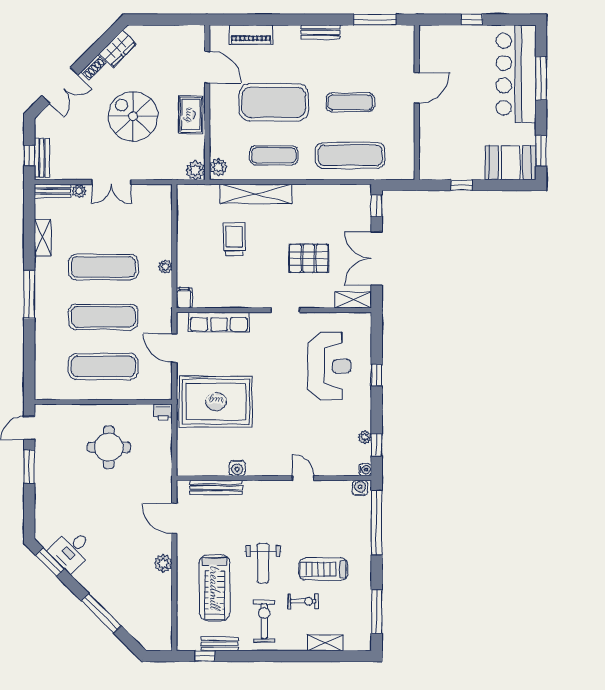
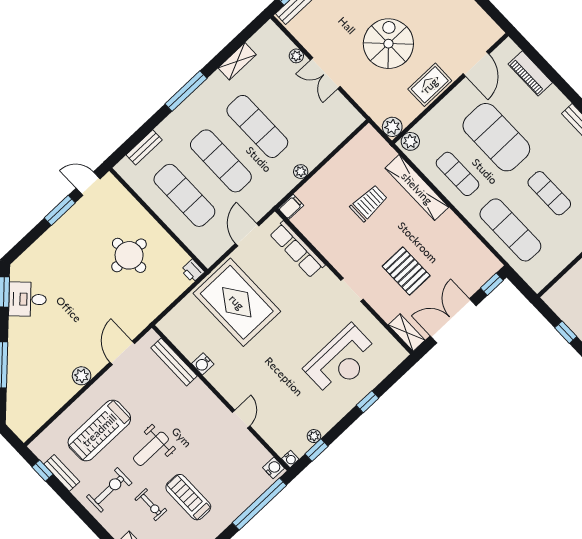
bench: (53, 191) -> (144, 147), moved, turned 90

